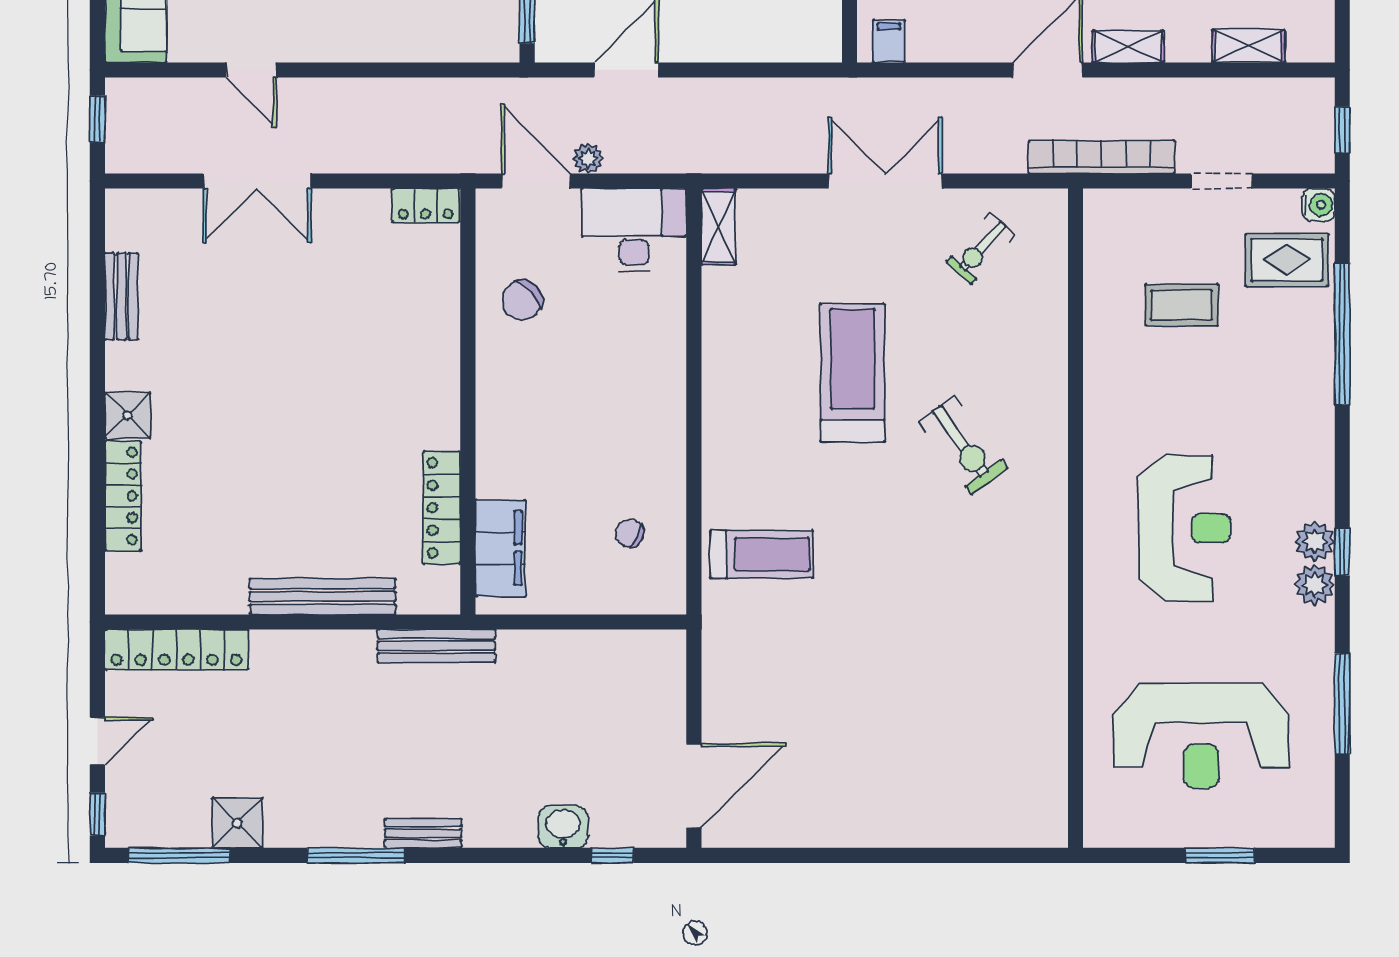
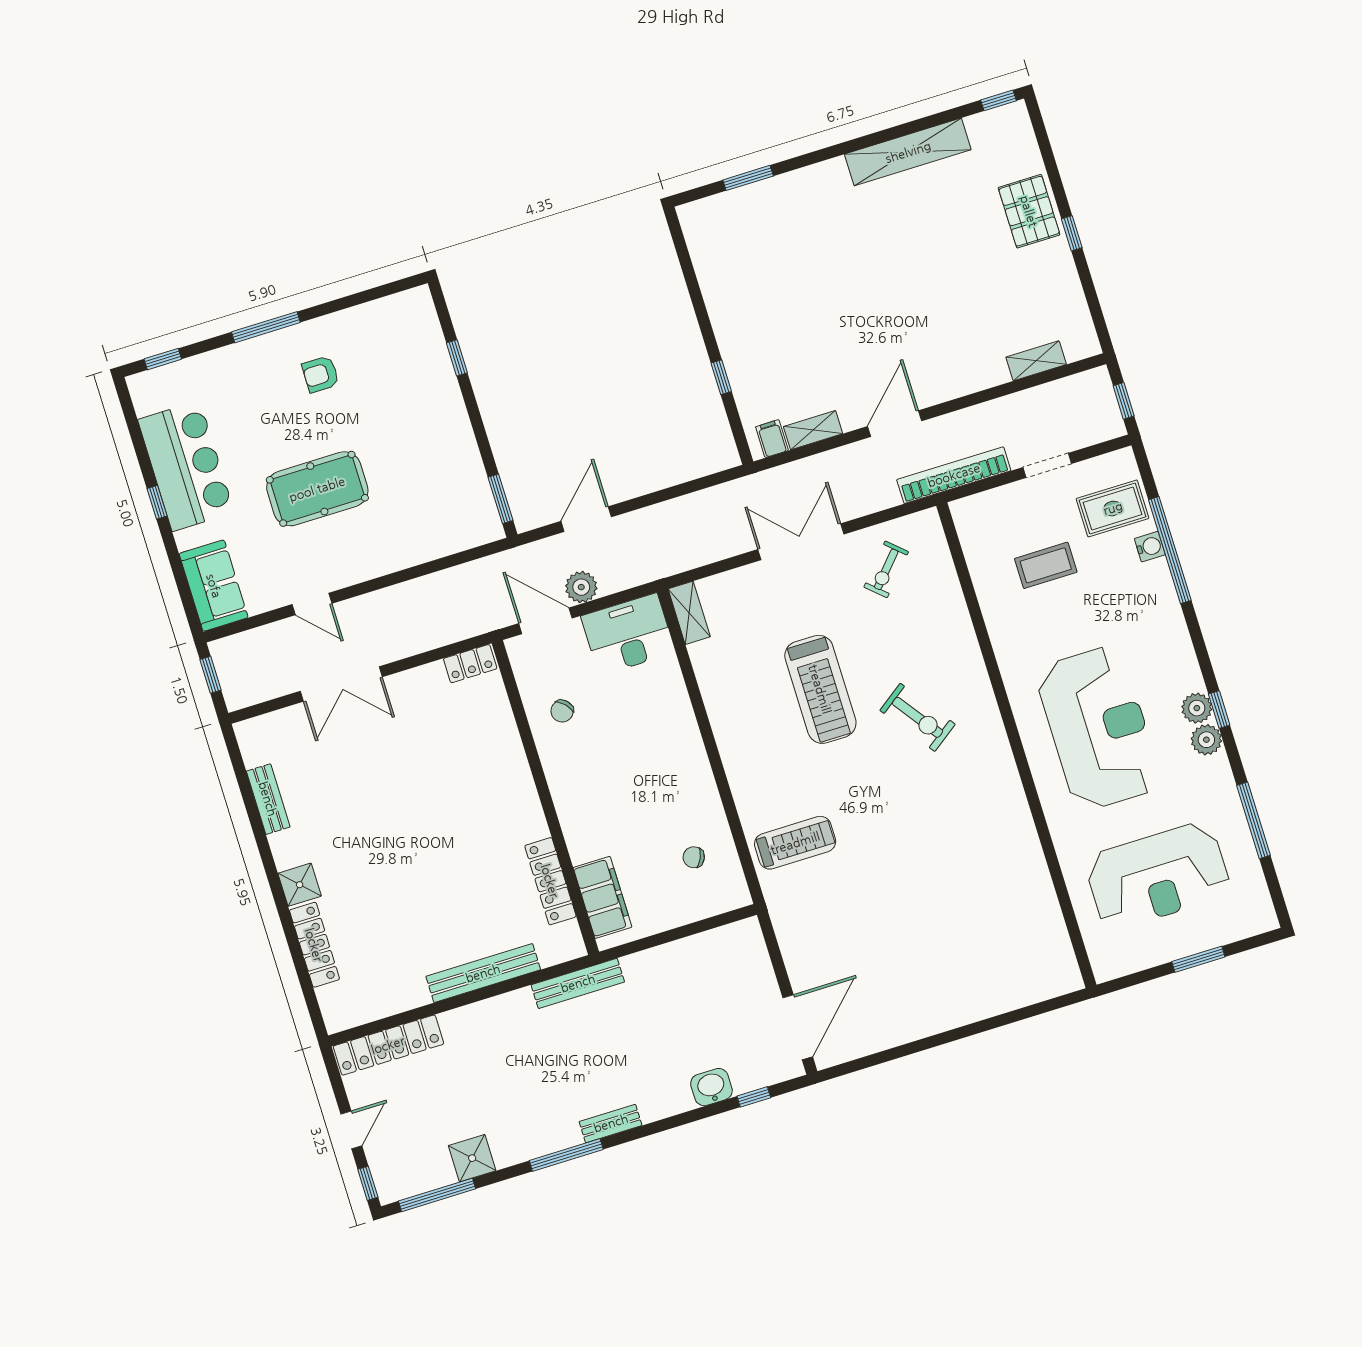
shelving: (1128, 46) -> (813, 430), moved
plant: (588, 159) -> (581, 587), width x1.38, depth x1.38
water cooler: (1319, 205) -> (1150, 547), moved
chair: (522, 300) -> (562, 711), width x0.73, depth x0.73
treadmill: (853, 373) -> (820, 689), turned 180
reception desk: (1184, 528) -> (1098, 728), width x1.36, depth x1.30

